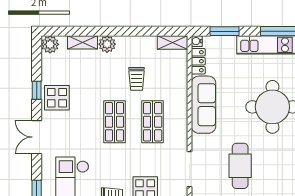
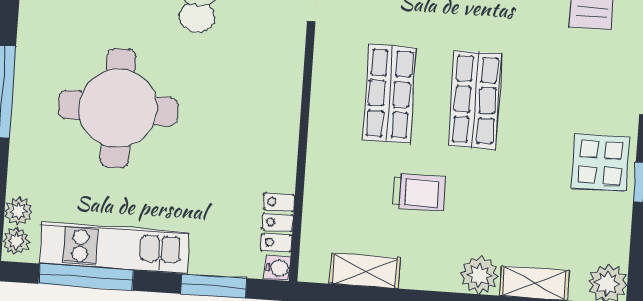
shelving: (173, 42) -> (365, 271), moved
trolley: (137, 79) -> (419, 192), turned 90
sofa: (204, 105) -> (272, 124), removed

